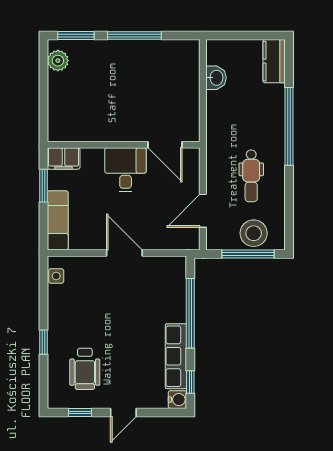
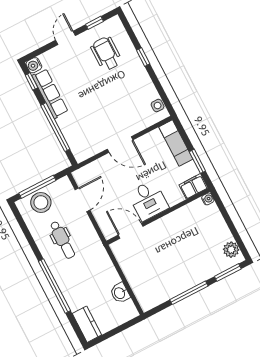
water cooler: (54, 135) -> (208, 199), added
dental chair: (251, 176) -> (62, 240), turned 180

